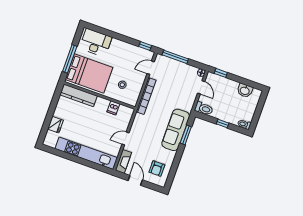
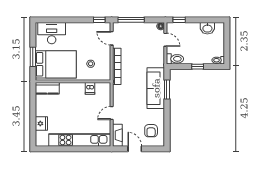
window: (70, 59) -> (33, 57), width x0.69
door: (151, 68) -> (112, 38), hinge flipped
kitchen counter: (78, 95) -> (47, 88), width x0.67

